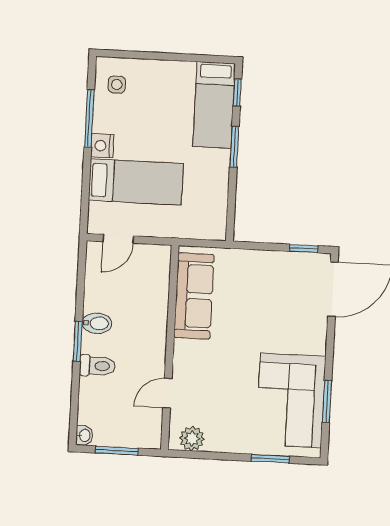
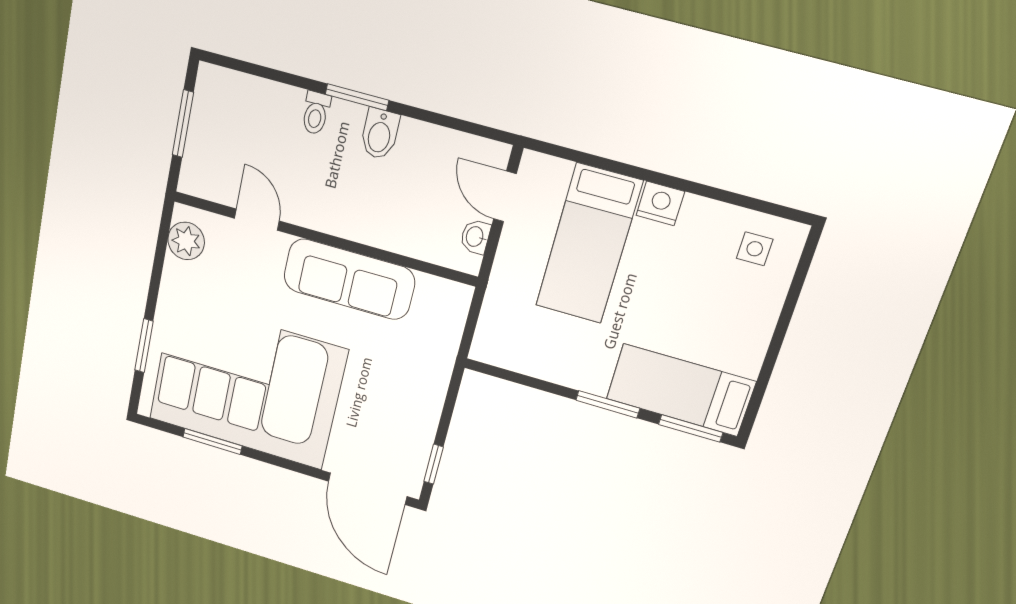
window: (237, 93) -> (691, 428), width x1.50
window: (89, 118) -> (710, 192), removed
sofa: (194, 296) -> (349, 279), moved
toilet: (97, 366) -> (316, 113), width x0.73, depth x0.72
corner sofa: (291, 400) -> (247, 384), width x1.36, depth x1.36
washbasin: (84, 435) -> (475, 237), moved, turned 90

